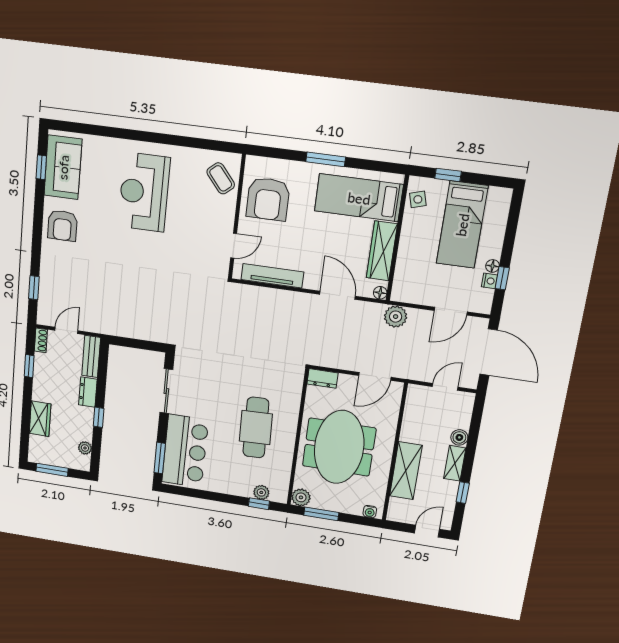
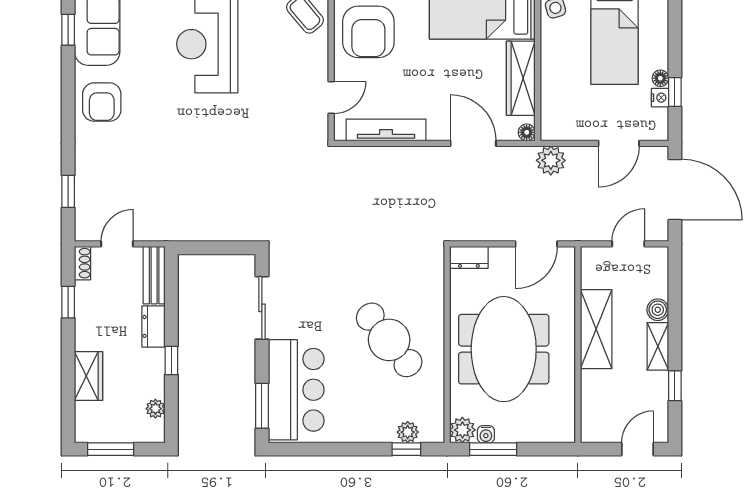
cafe table: (256, 428) -> (389, 340), turned -37
shelving: (406, 471) -> (596, 329), moved
water cooler: (370, 512) -> (486, 434), moved

